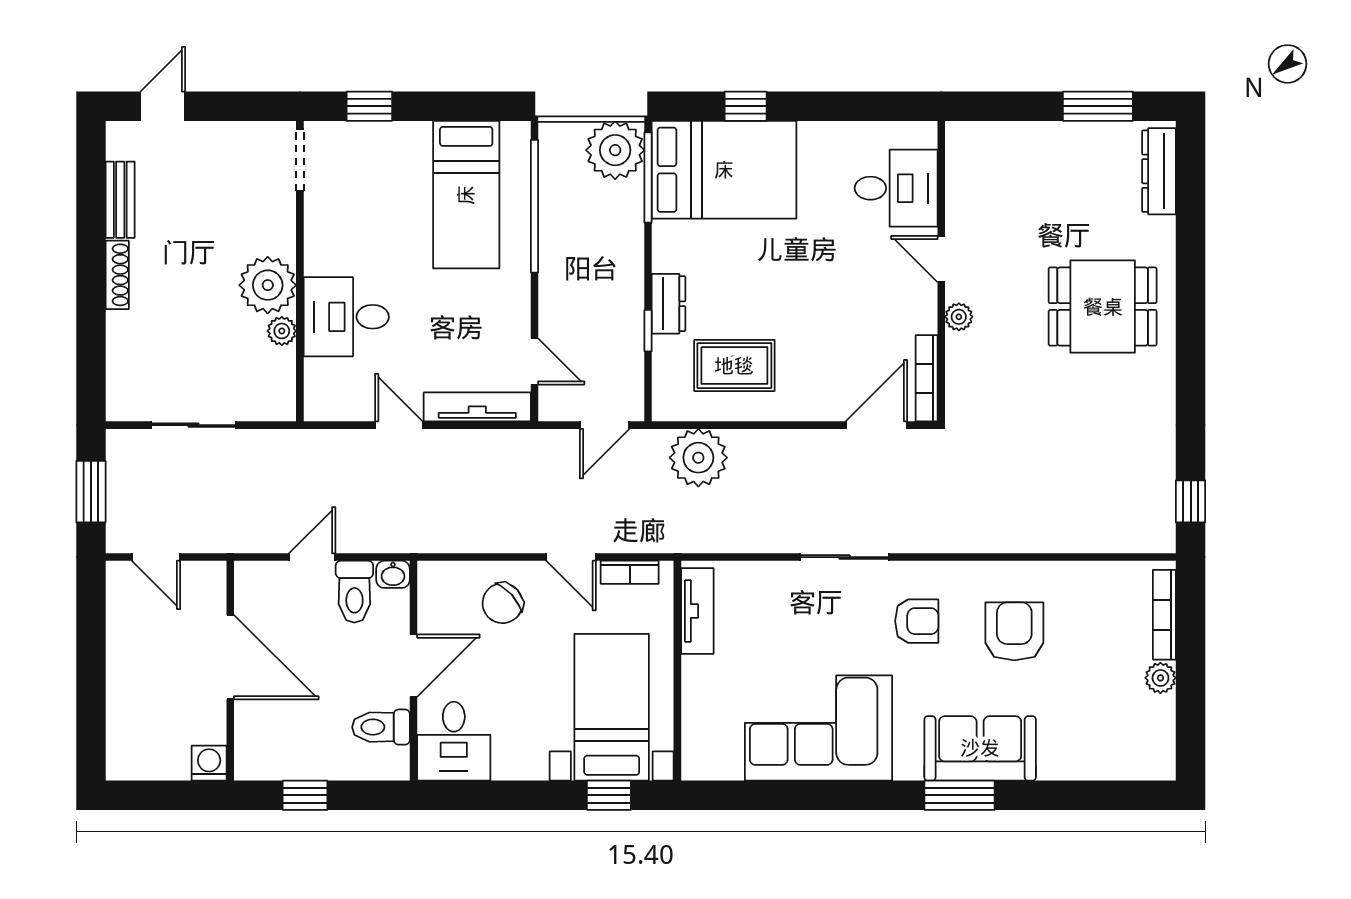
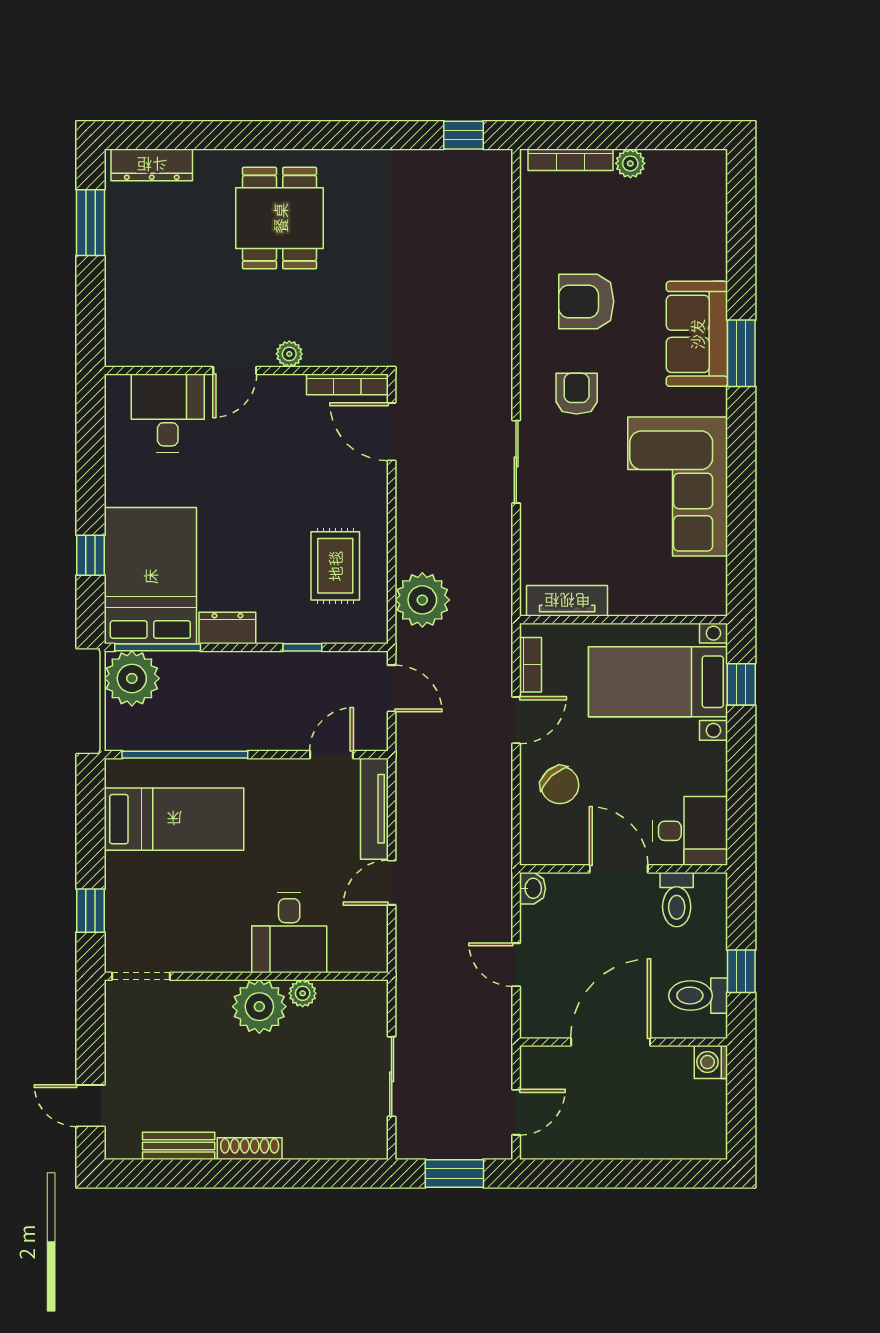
dresser: (669, 304) -> (227, 628), moved
toilet: (354, 592) -> (698, 996), moved, turned 180

